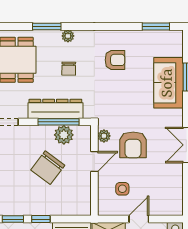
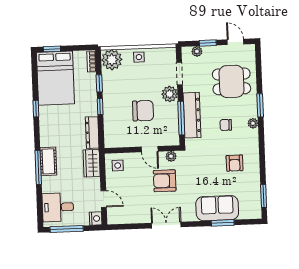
plant: (64, 135) -> (170, 94), moved
chair: (48, 168) -> (143, 111), turned 143
side table: (122, 189) -> (118, 165), moved
door: (139, 219) -> (104, 199), moved

